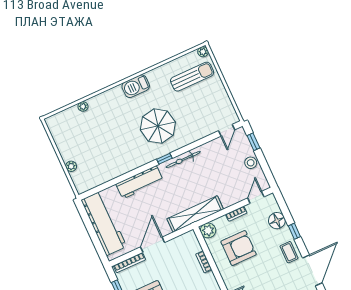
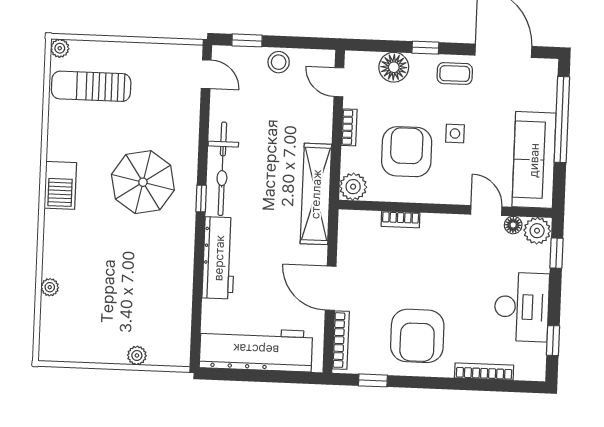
sun lounger: (192, 77) -> (91, 86), turned -90
bicycle: (183, 160) -> (222, 169), width x1.37, depth x1.40
side table: (260, 267) -> (455, 134), added

